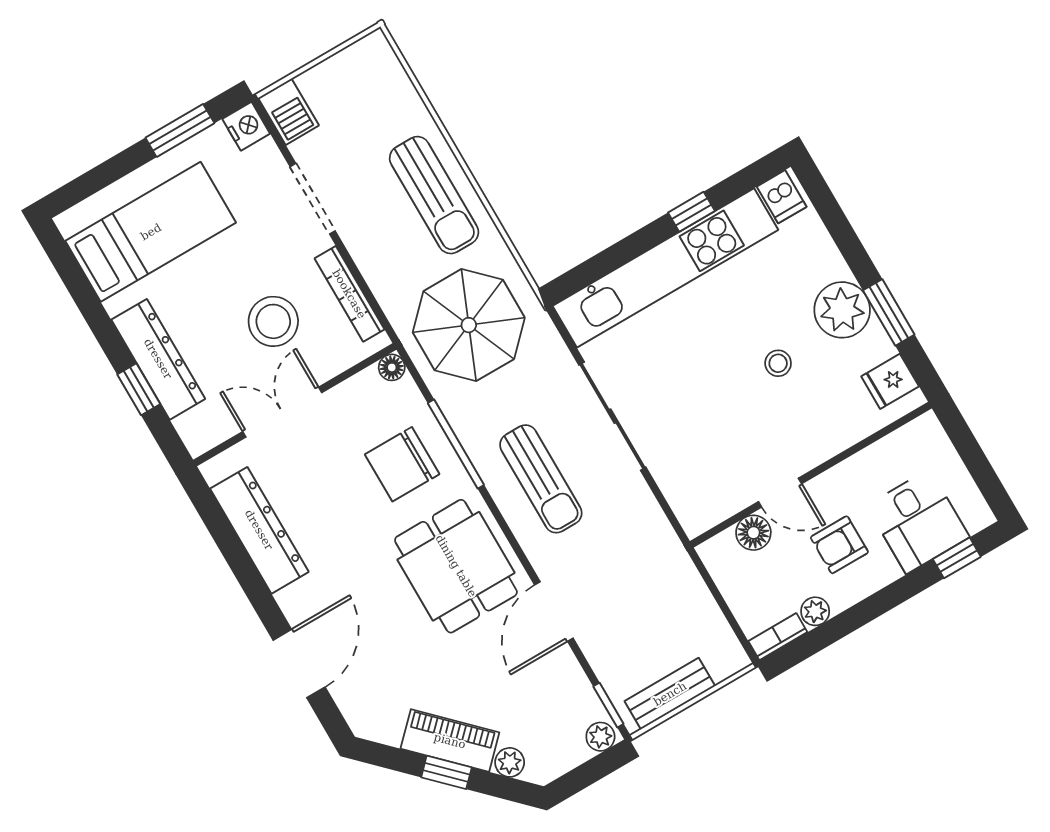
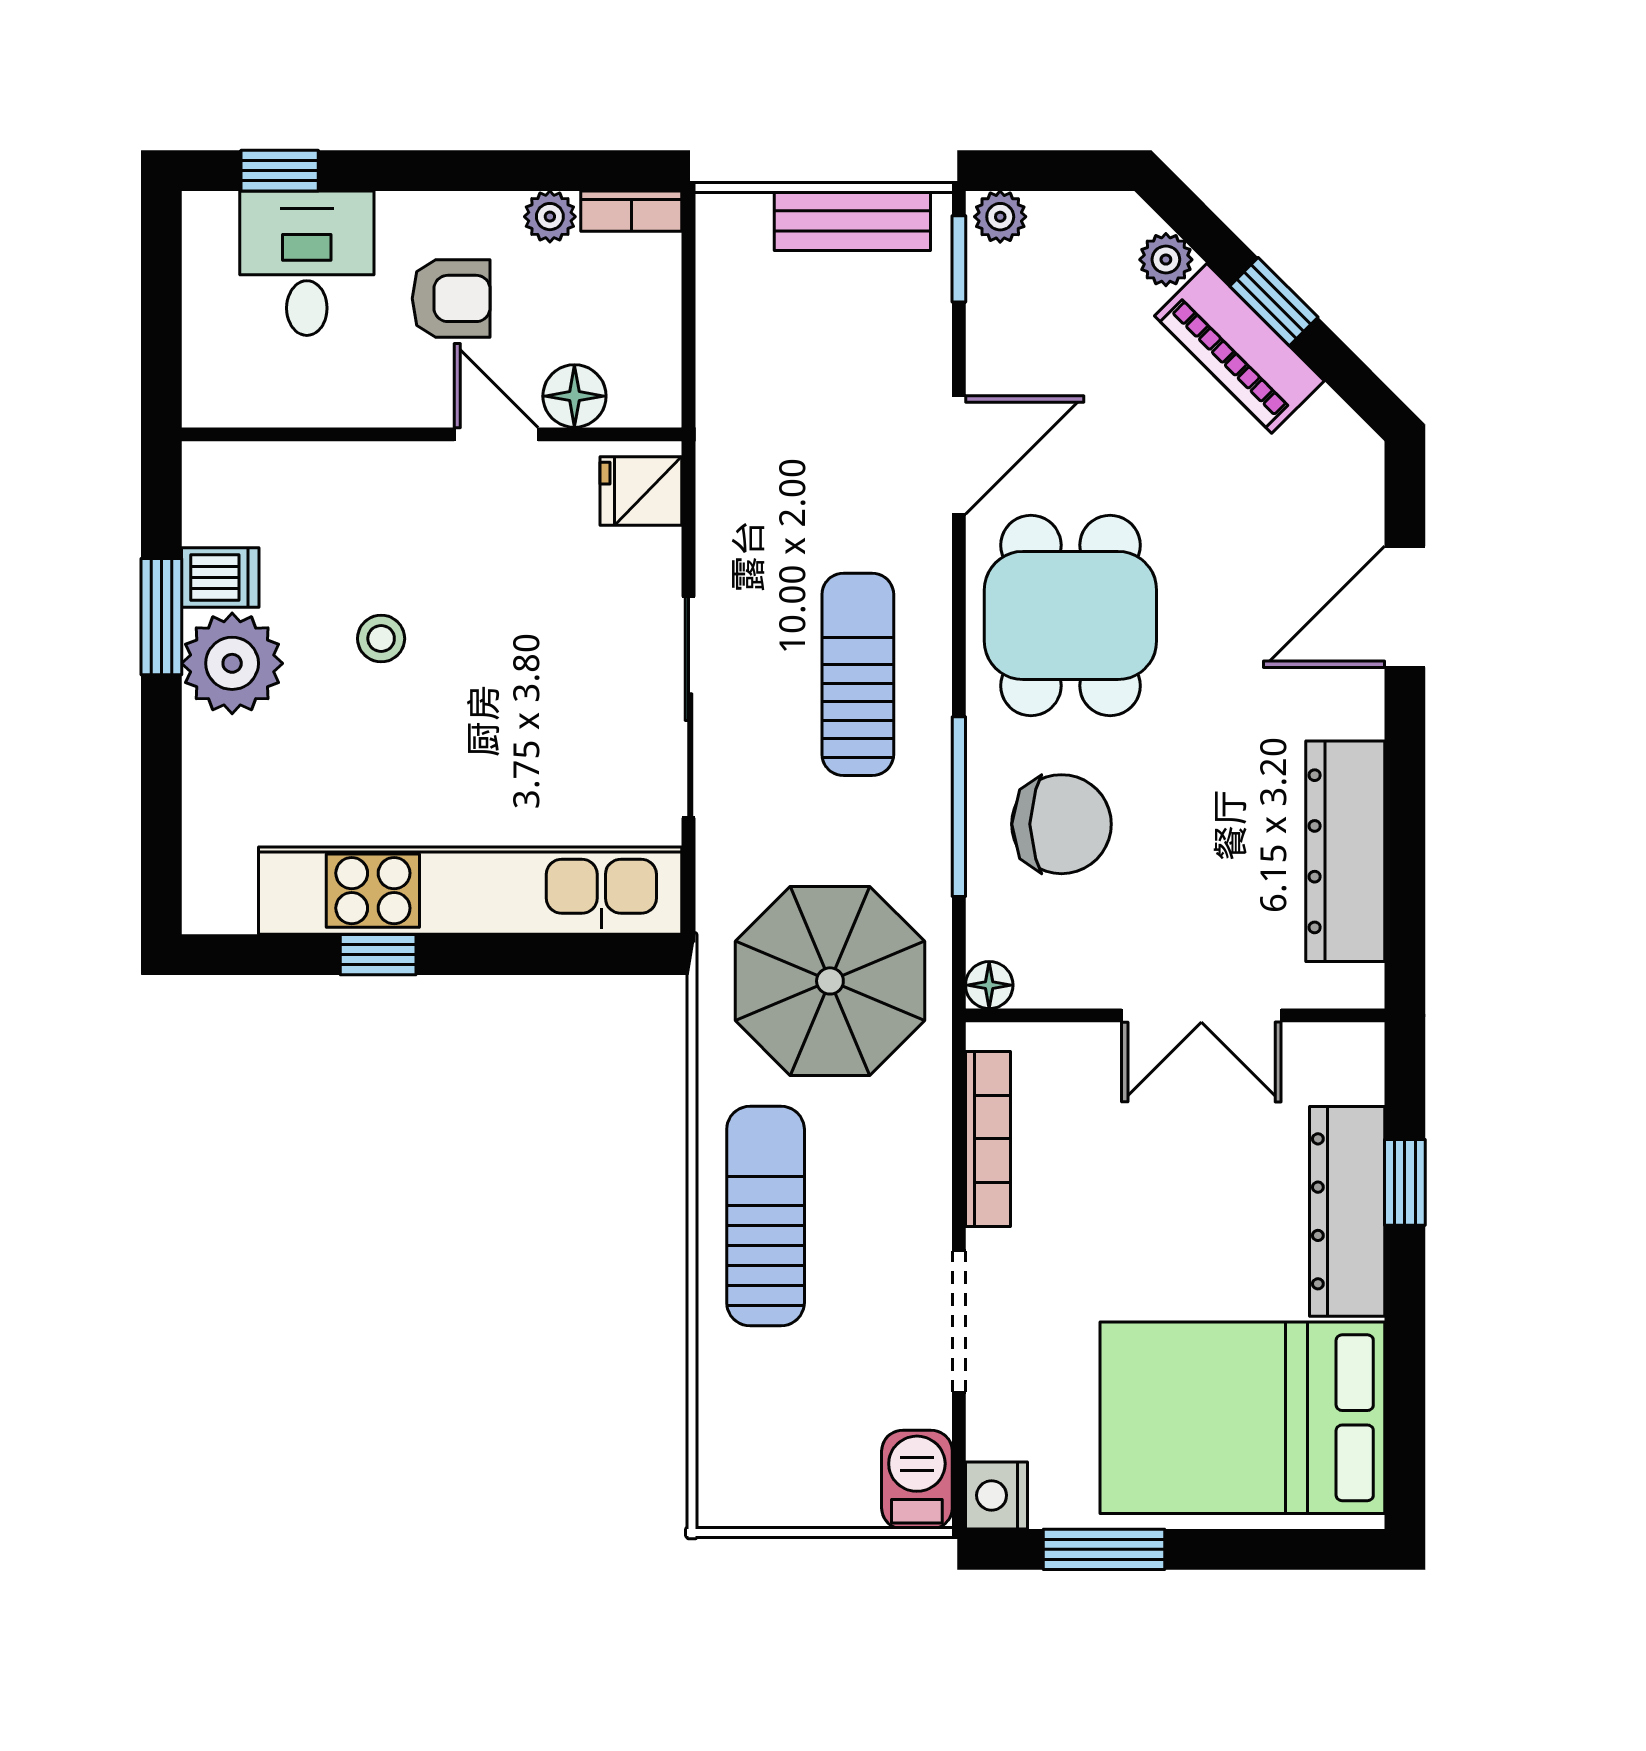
dishwasher: (782, 197) -> (220, 577), moved, turned 90
bed: (151, 232) -> (1242, 1418), width x1.50
stool: (273, 321) -> (1133, 1165), removed
fridge: (890, 381) -> (641, 491), moved, turned 180

